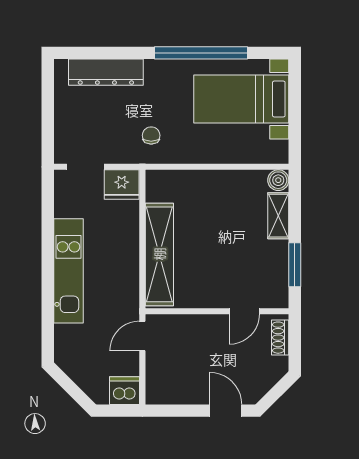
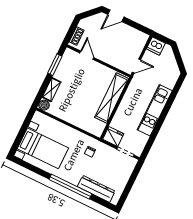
window: (201, 53) -> (70, 187), moved
door: (244, 311) -> (87, 55), hinge flipped
door: (226, 411) -> (116, 16), hinge flipped

